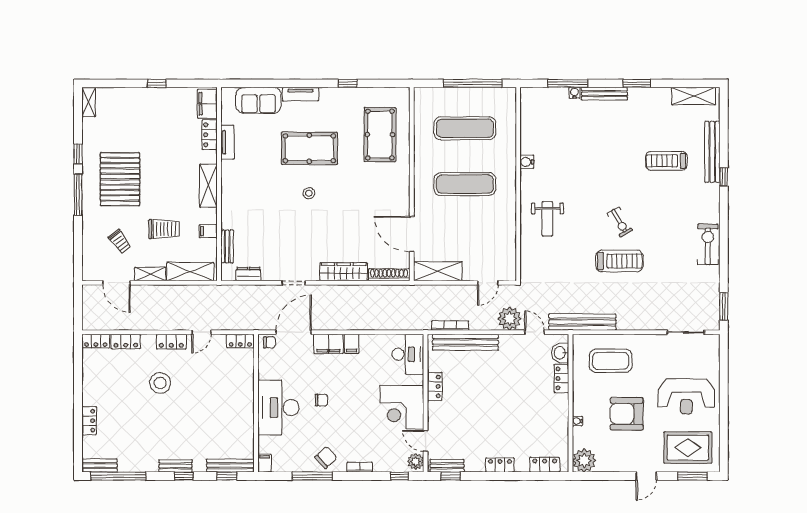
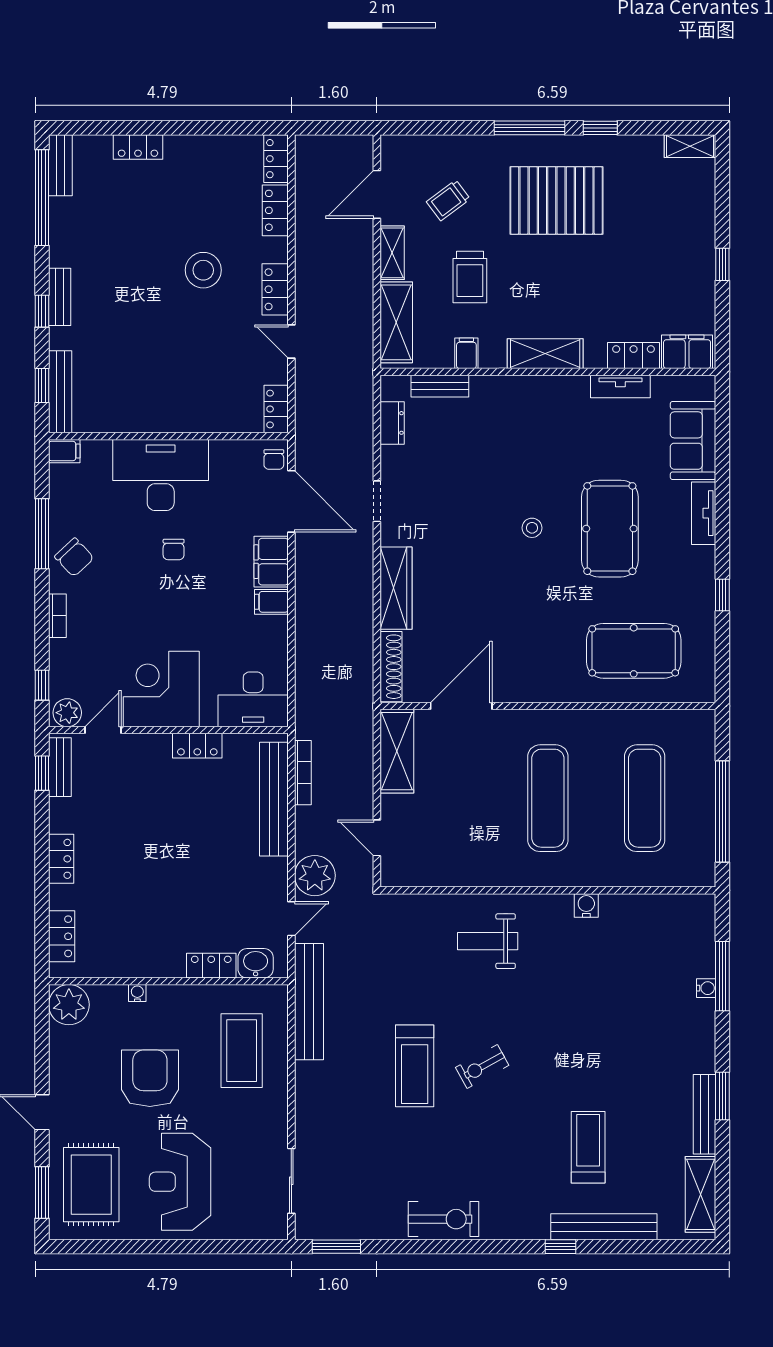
bench: (604, 94) -> (705, 1114), moved

